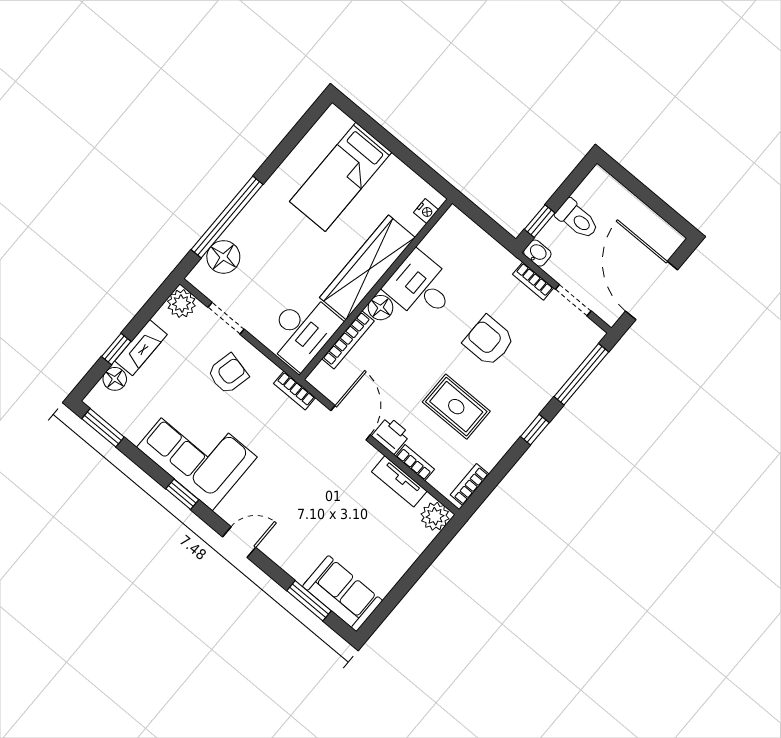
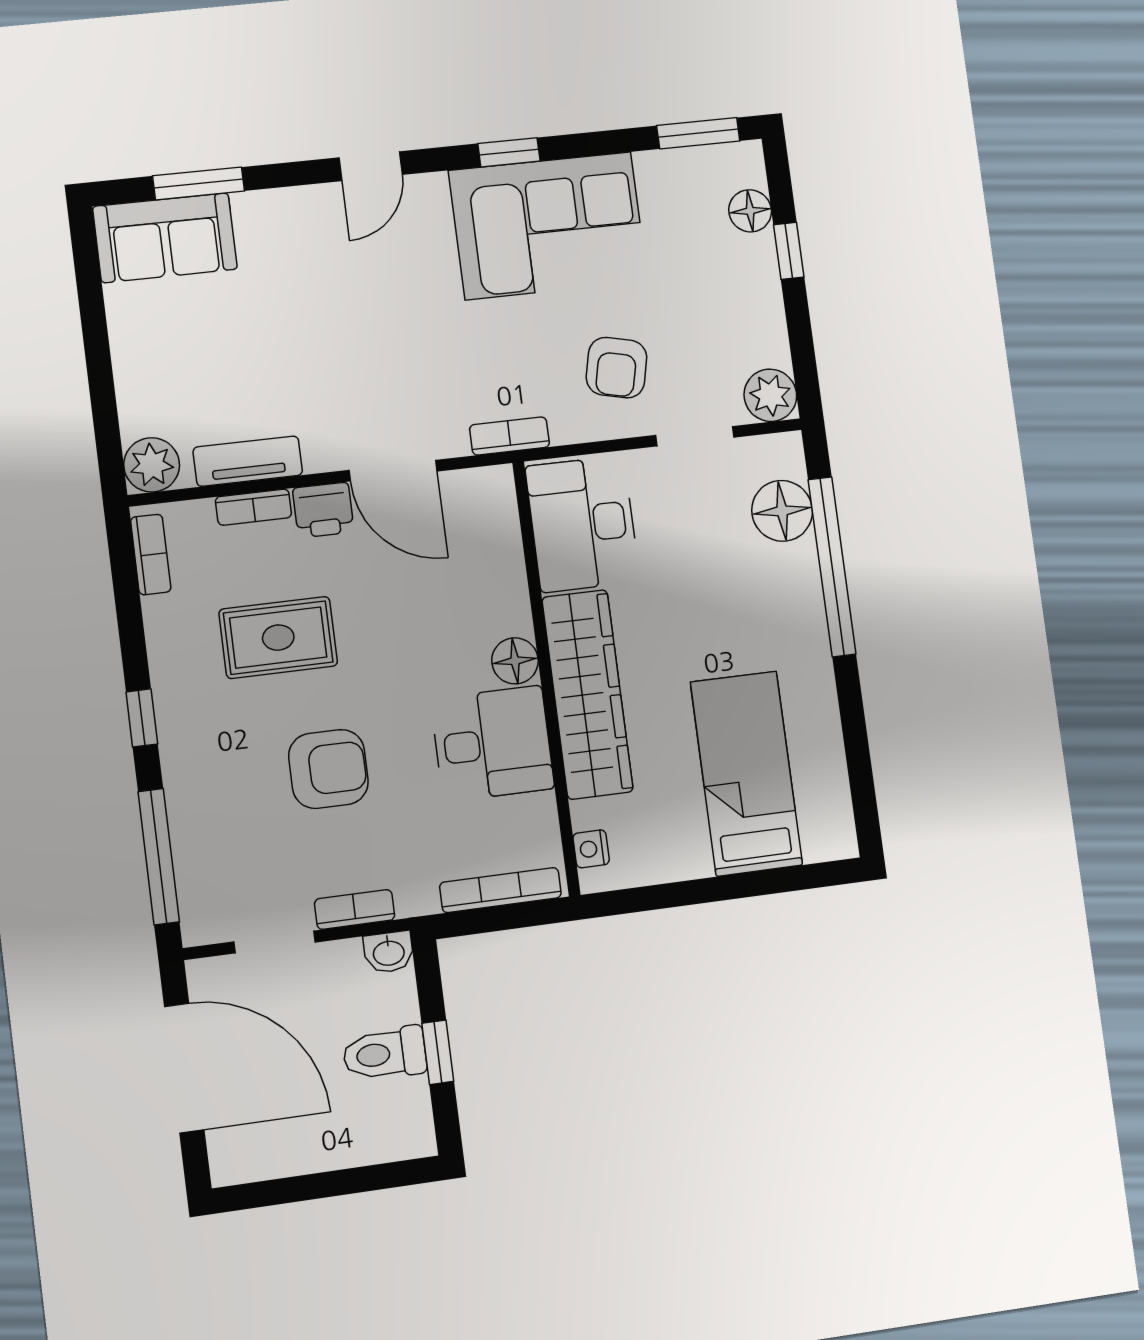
window: (540, 221) -> (438, 1052), moved
bookcase: (348, 340) -> (500, 890), moved, turned 90
fireplace: (141, 348) -> (760, 285), removed

